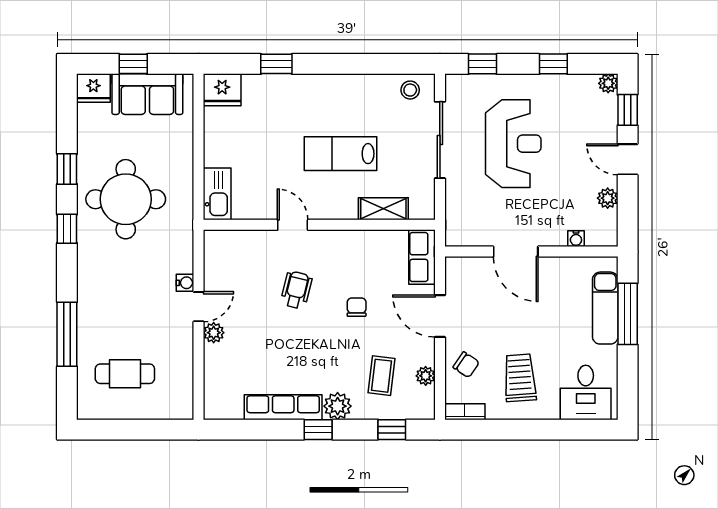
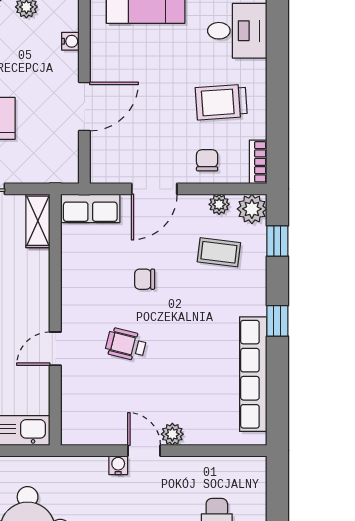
shelving: (383, 209) -> (38, 221), moved
chair: (466, 365) -> (207, 160), turned -34
plant: (338, 406) -> (252, 209), moved
row of seats: (283, 407) -> (253, 374), width x1.36

